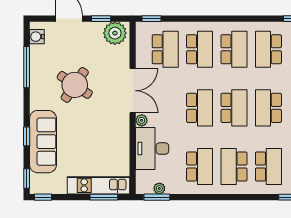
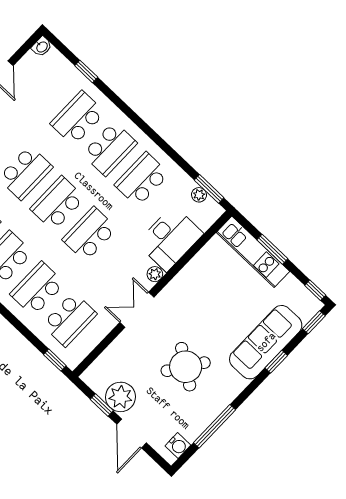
plant: (115, 33) -> (120, 397), moved
school desk: (165, 49) -> (69, 319), turned 180
double door: (133, 91) -> (137, 310), width x0.73
window: (104, 197) -> (272, 249), moved

